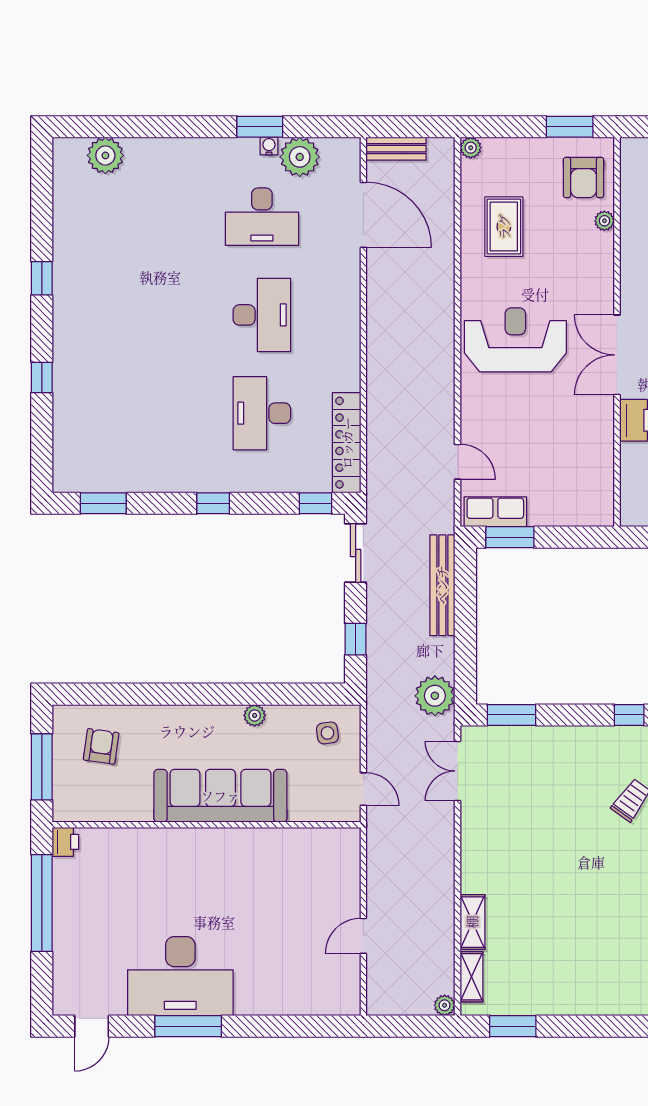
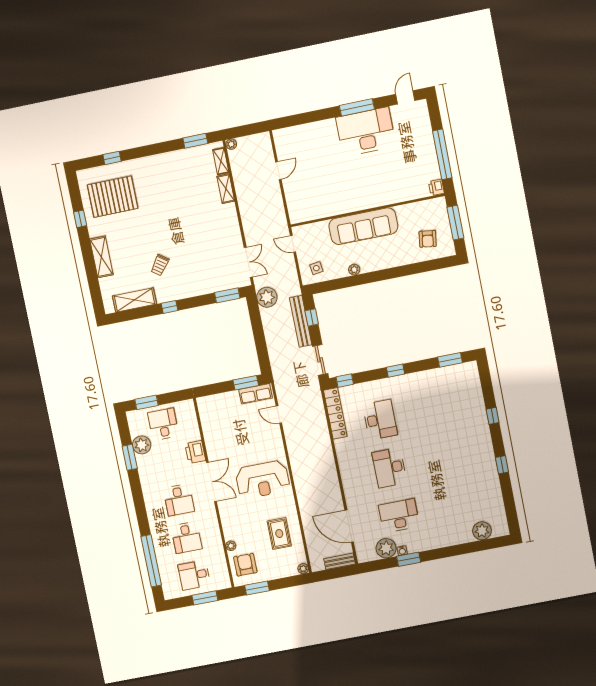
bench: (442, 585) -> (301, 321), moved

